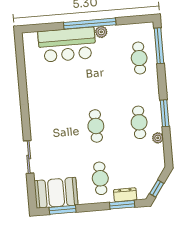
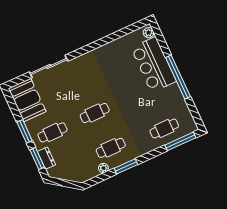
plant: (101, 32) -> (149, 33), moved
sliding door: (29, 157) -> (49, 66), width x1.37
window: (157, 188) -> (61, 182), removed
window: (63, 210) -> (25, 131), moved

